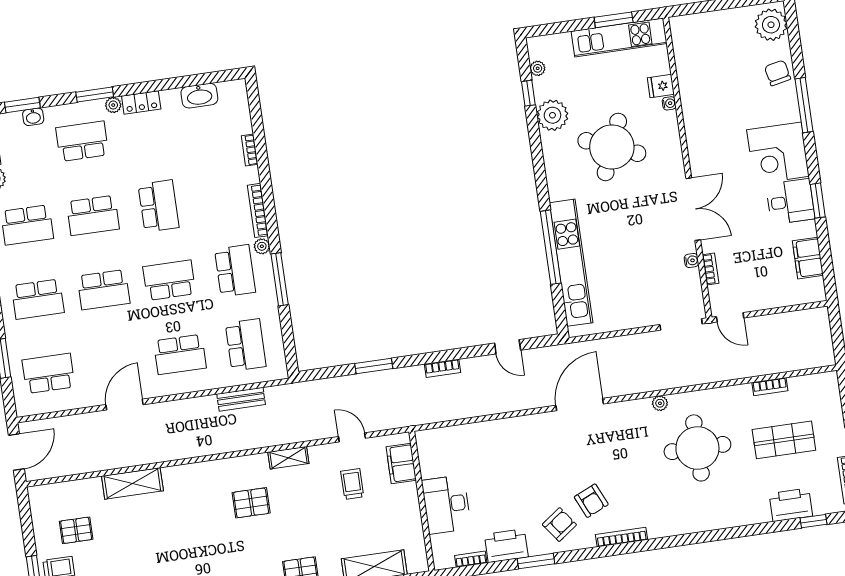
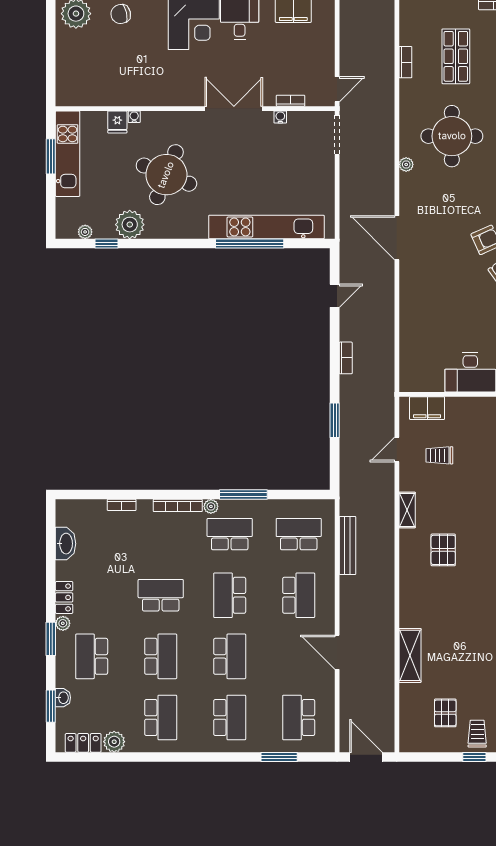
bench: (241, 399) -> (347, 545), width x1.36

